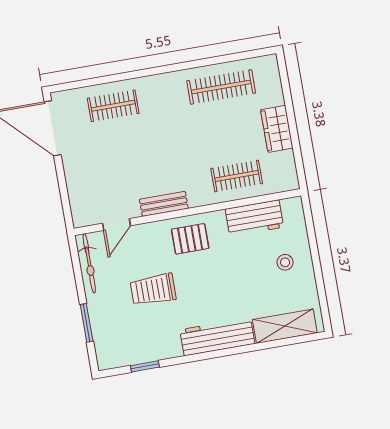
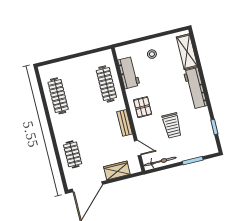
wardrobe: (277, 129) -> (117, 170), moved, turned 180
clothes rail: (237, 176) -> (106, 84), width x1.36

